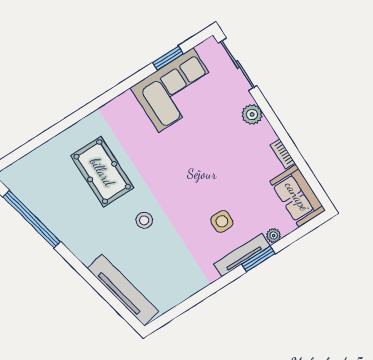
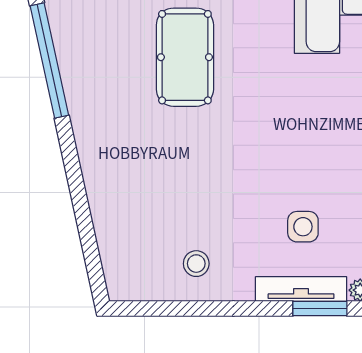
stool: (144, 220) -> (196, 264), moved
tv unit: (123, 290) -> (111, 234), removed

